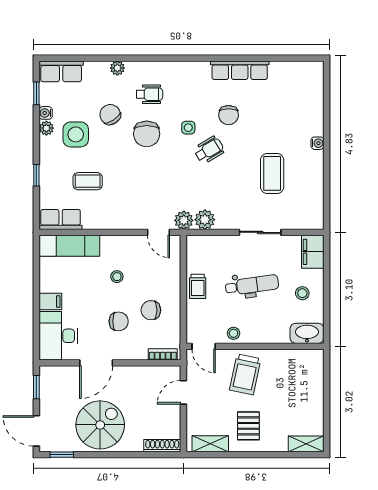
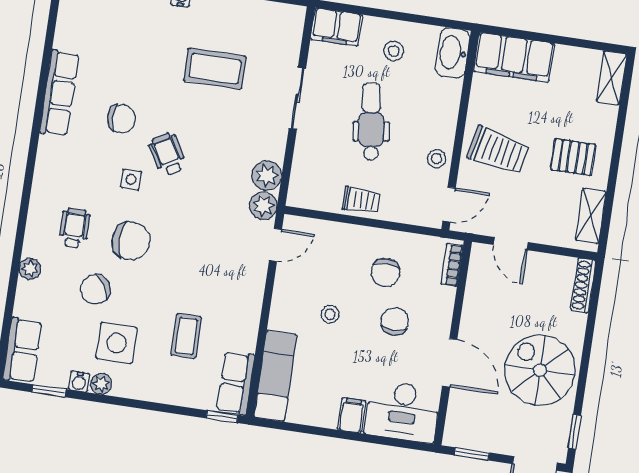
window: (36, 175) -> (222, 417), moved
filing cabinet: (310, 375) -> (514, 57), added

